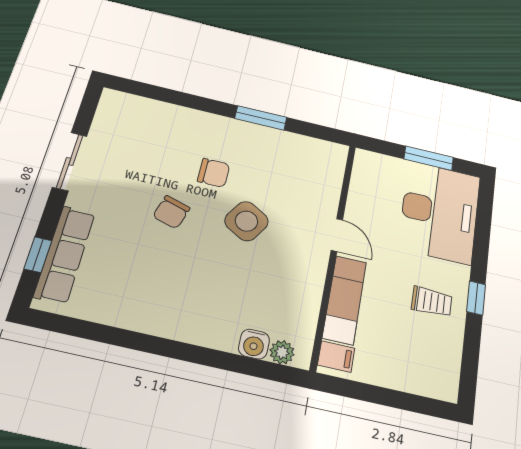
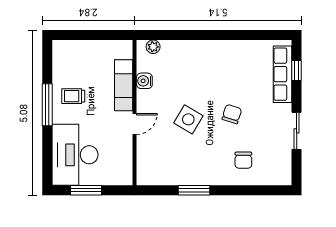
chair: (214, 173) -> (243, 160), moved, turned -90
door: (337, 235) -> (135, 124), swing flipped
window: (476, 298) -> (47, 105), width x2.17
water cooler: (254, 344) -> (144, 81), moved, turned -90
filing cabinet: (336, 357) -> (123, 51), removed

